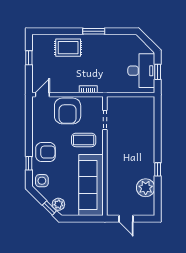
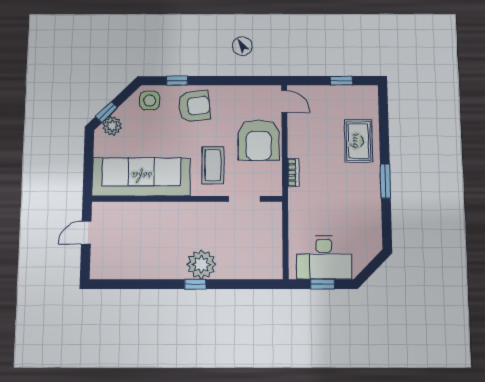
armchair: (68, 111) -> (259, 140), turned -90
armchair: (46, 152) -> (194, 106), turned -97
window: (158, 169) -> (195, 284), moved
plant: (146, 188) -> (201, 264), moved

